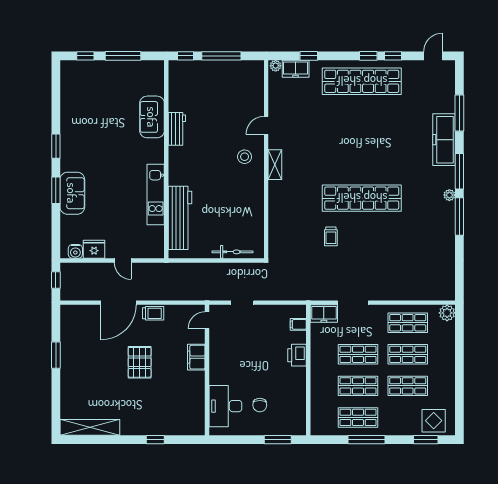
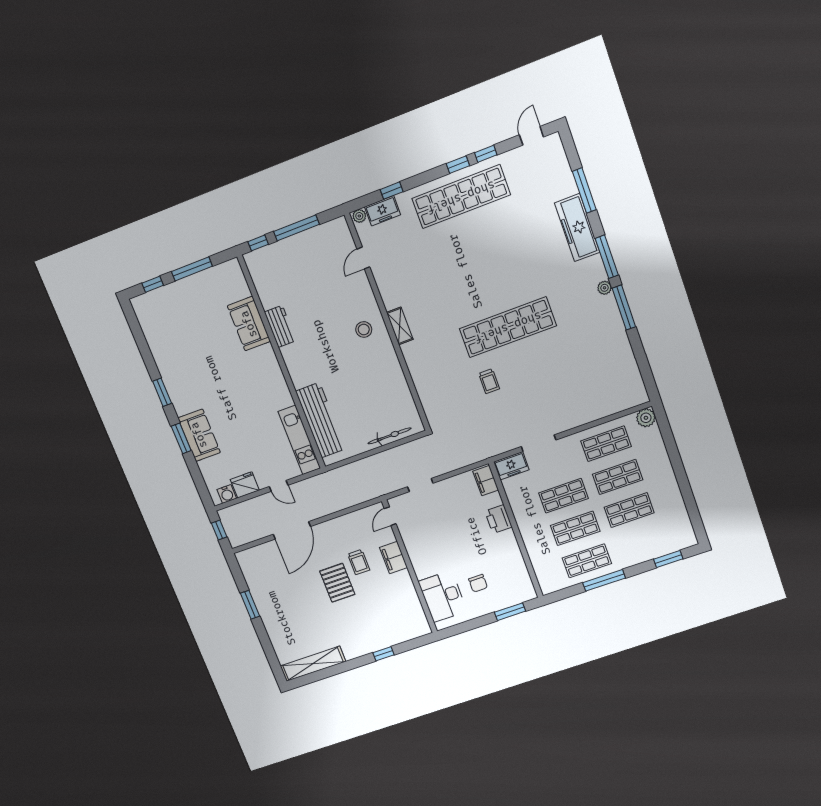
door: (266, 125) -> (363, 258), moved
kitchen unit: (156, 195) -> (299, 440), moved
trolley: (153, 313) -> (359, 562), moved, turned 90
filing cabinet: (298, 324) -> (486, 481), width x2.00
display table: (434, 421) -> (670, 537), removed

